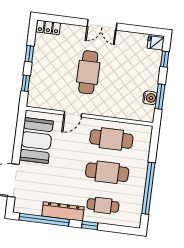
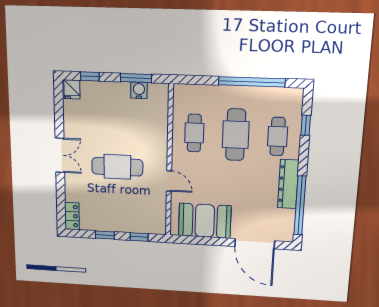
cafe table: (111, 139) -> (194, 133), width x0.73, depth x0.74
window: (90, 225) -> (306, 125), moved

